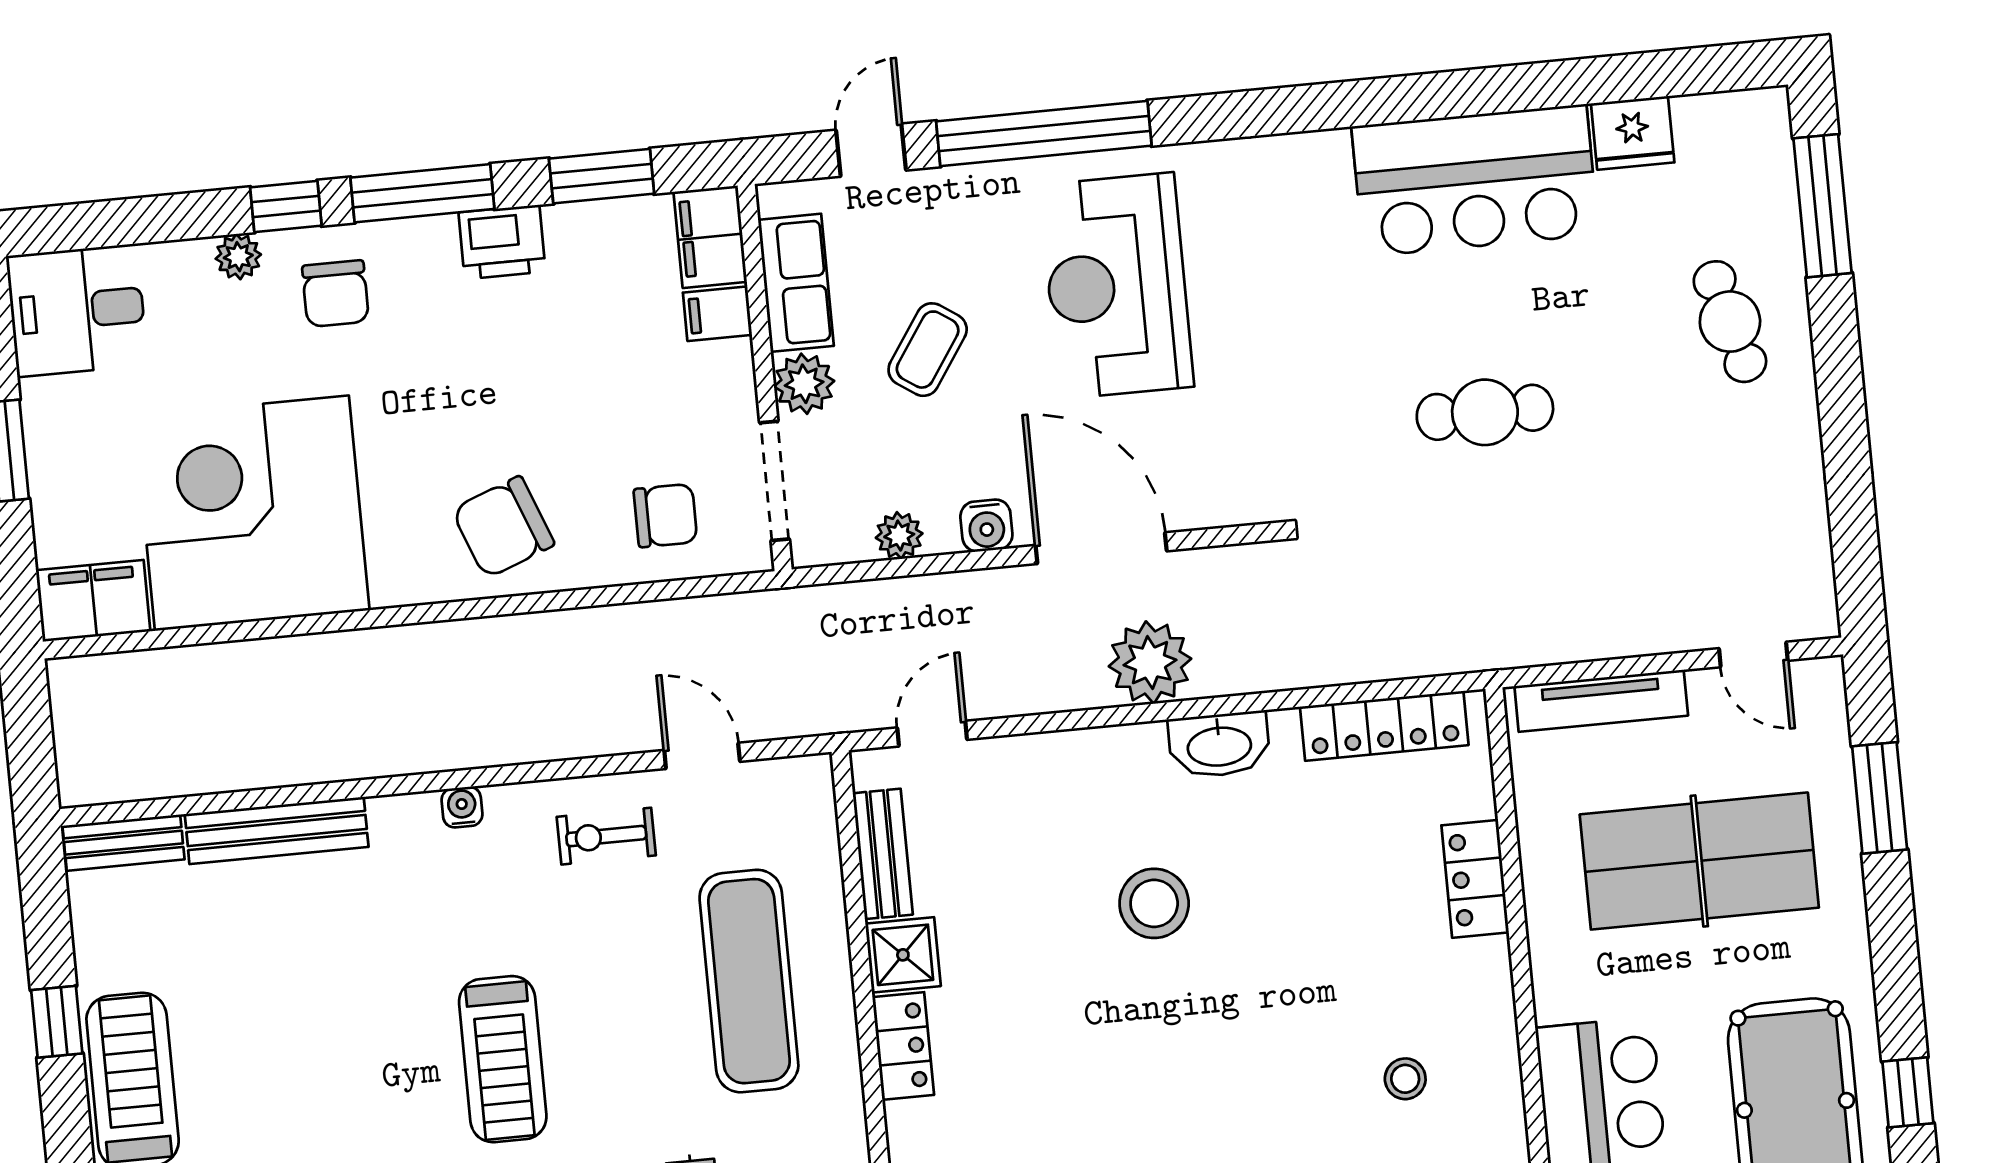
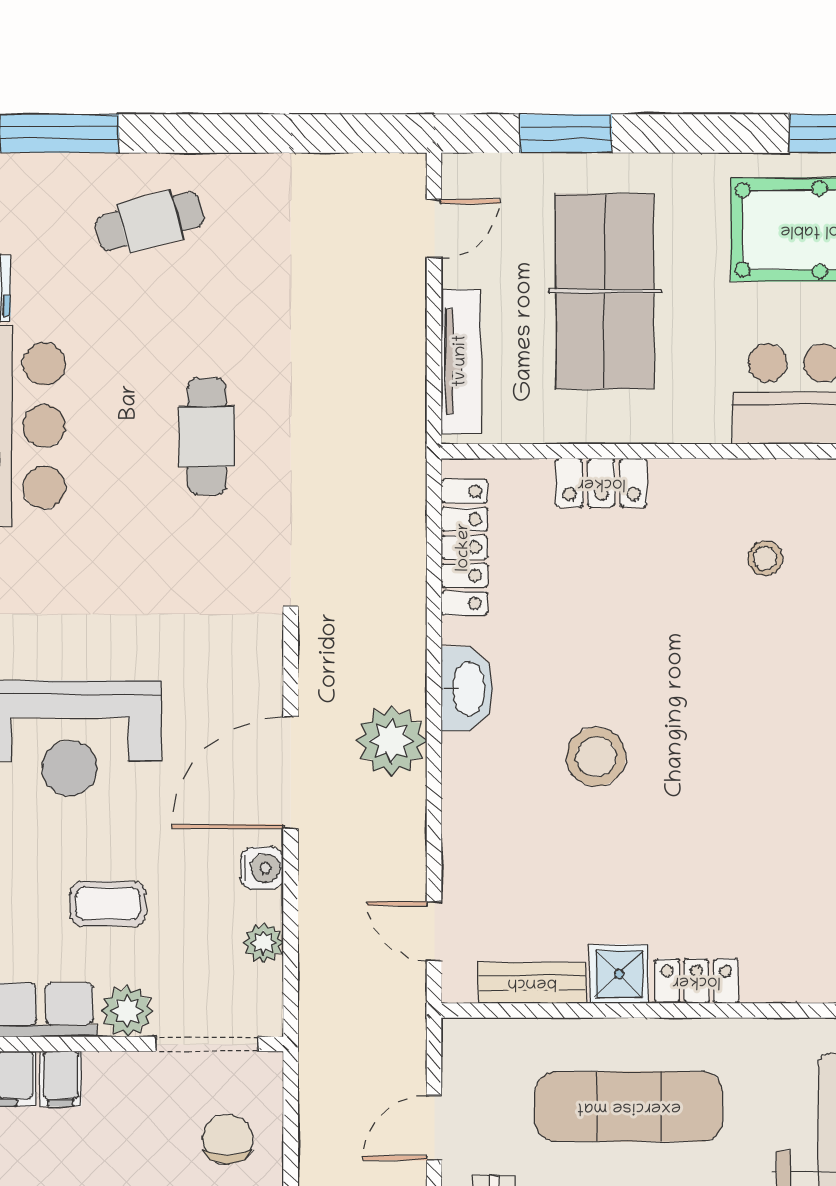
coffee table: (928, 350) -> (108, 904), turned -34

